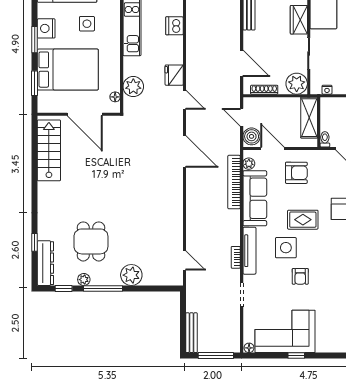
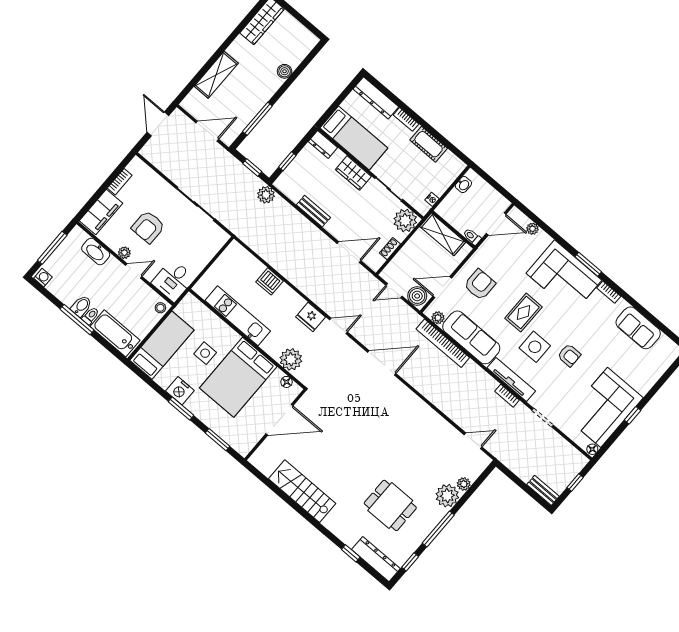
bed: (68, 70) -> (238, 377), moved, turned 180
shoe rack: (264, 90) -> (390, 249), width x0.70
stairs: (49, 150) -> (302, 491), moved
plant: (84, 280) -> (464, 484), moved
bench: (191, 333) -> (543, 490), width x0.73
window: (216, 356) -> (575, 483), width x0.46

